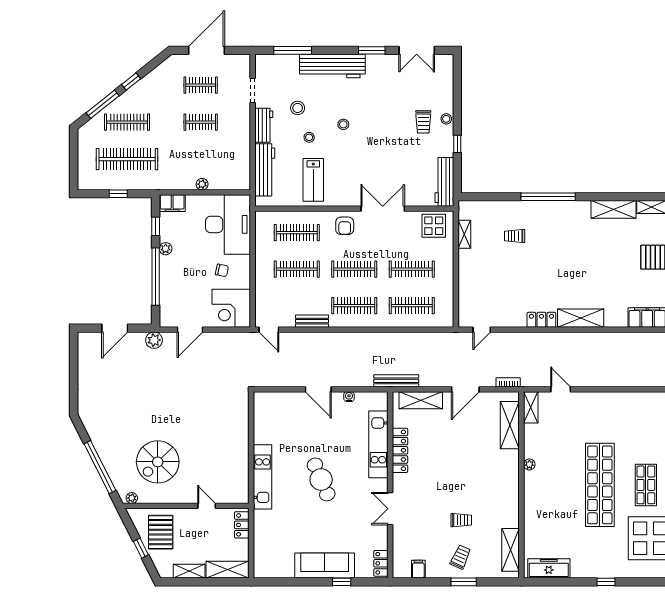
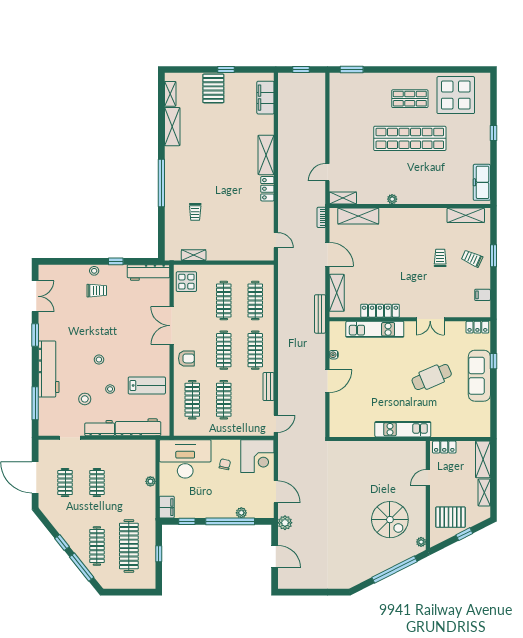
plant: (166, 249) -> (241, 513), moved
cafe table: (321, 479) -> (432, 377), moved

